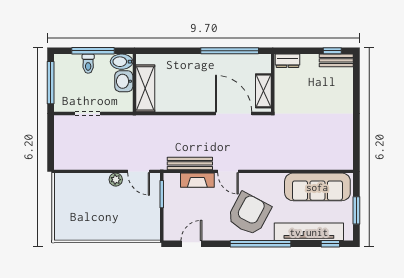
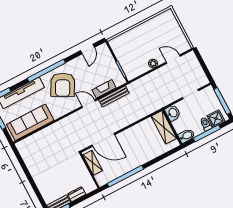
dresser: (287, 61) -> (77, 194), moved
shower: (71, 64) -> (216, 119), added
washbasin: (124, 81) -> (173, 113), moved
door: (139, 171) -> (173, 59), moved

